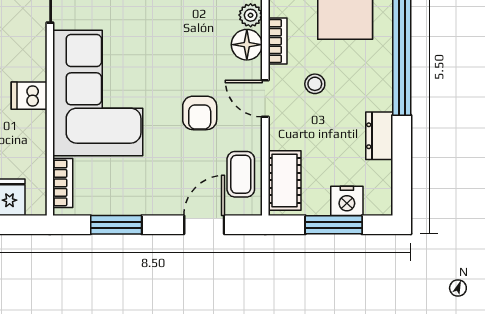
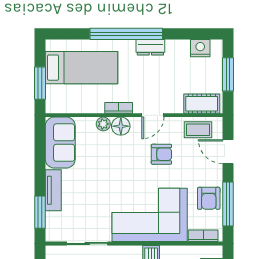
stool: (315, 84) -> (144, 86), removed
dresser: (379, 136) -> (150, 47), moved
armchair: (126, 192) -> (209, 198), added
nightstand: (347, 201) -> (200, 48), moved, turned -90
window: (116, 225) -> (228, 204), width x1.44

